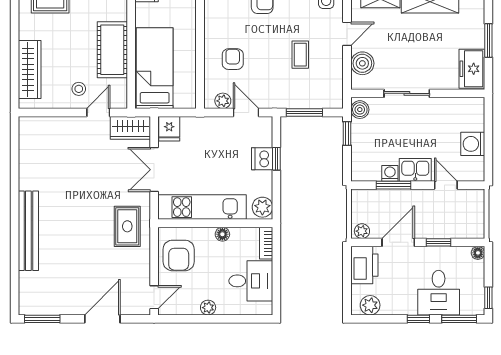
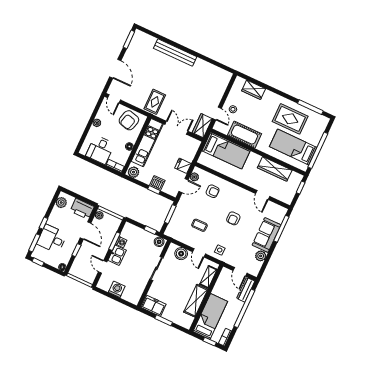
wardrobe: (30, 69) -> (254, 90), width x0.67
fridge: (169, 129) -> (183, 166), moved
door: (446, 185) -> (103, 267), swing flipped
rug: (127, 226) -> (155, 102), turned 90
armchair: (179, 255) -> (129, 120), turned -75

